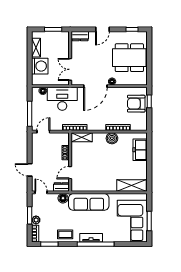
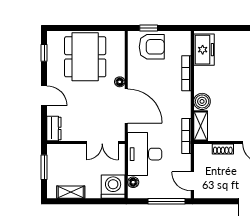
washing machine: (40, 66) -> (113, 187), moved
armchair: (136, 104) -> (152, 47), turned -90
boiler: (112, 138) -> (202, 101), moved
freezer: (140, 150) -> (204, 50), moved, turned -90

